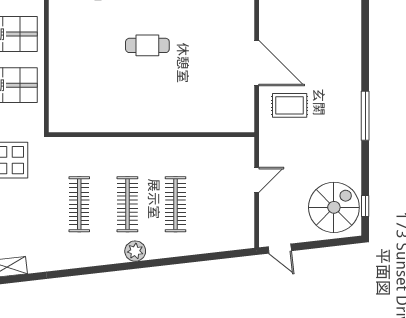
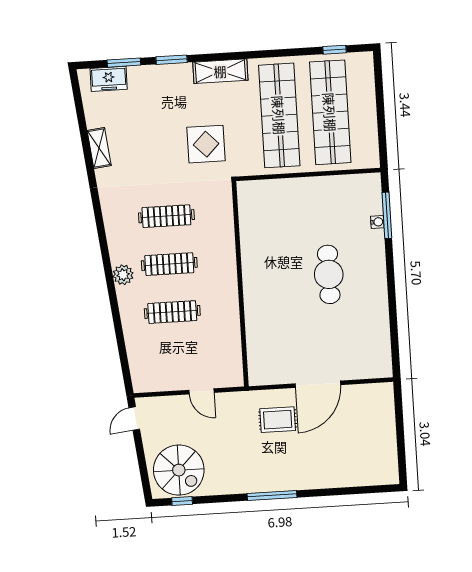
cafe table: (147, 45) -> (329, 274), width x1.37, depth x1.35
rug: (290, 105) -> (278, 420), turned 90

